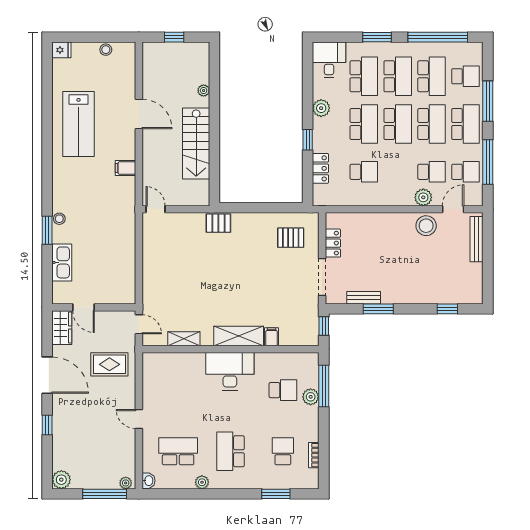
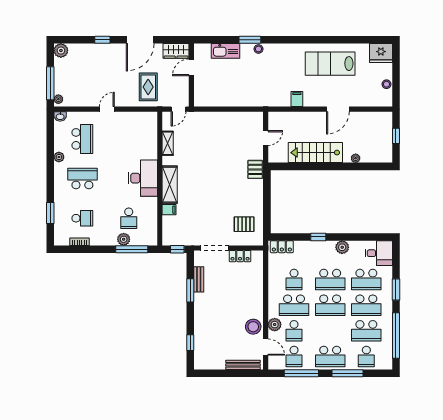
fridge: (61, 50) -> (381, 53), width x1.88, depth x1.34
school desk: (432, 124) -> (294, 305), moved
locker: (320, 168) -> (282, 247), moved
door: (156, 209) -> (266, 138), moved
pallet: (291, 238) -> (244, 224), turned 90

